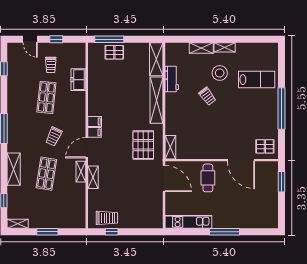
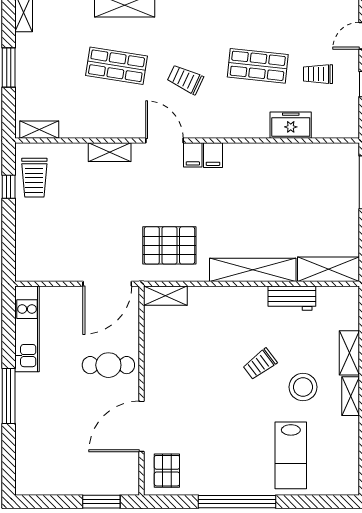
pallet: (114, 52) -> (341, 192), removed
shelving: (81, 172) -> (39, 130), moved

